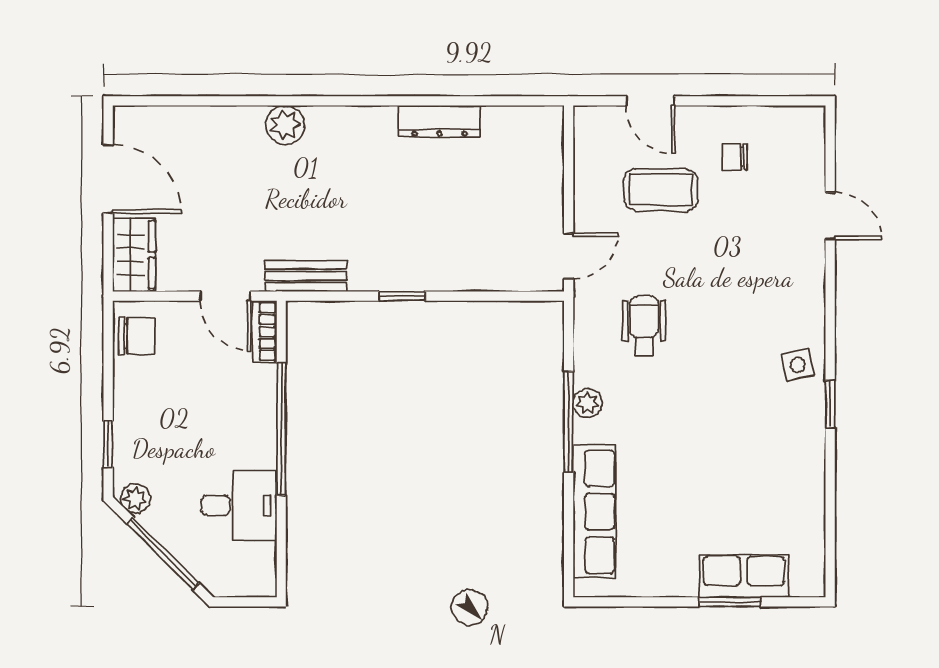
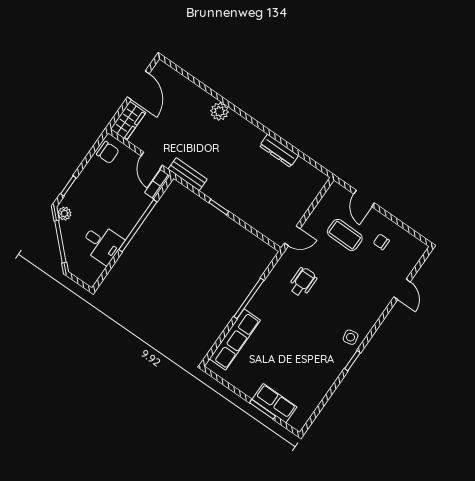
plant: (588, 403) -> (261, 296), removed

